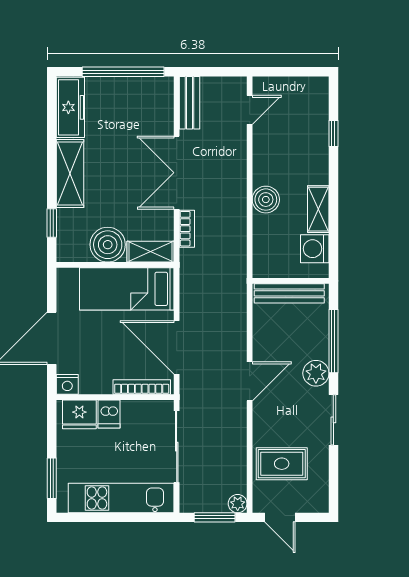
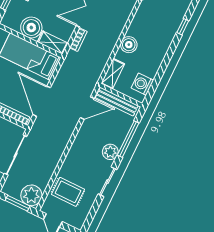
shelving: (318, 209) -> (113, 74), moved
door: (250, 381) -> (87, 108), moved
plant: (238, 504) -> (31, 195), width x1.88, depth x1.88

